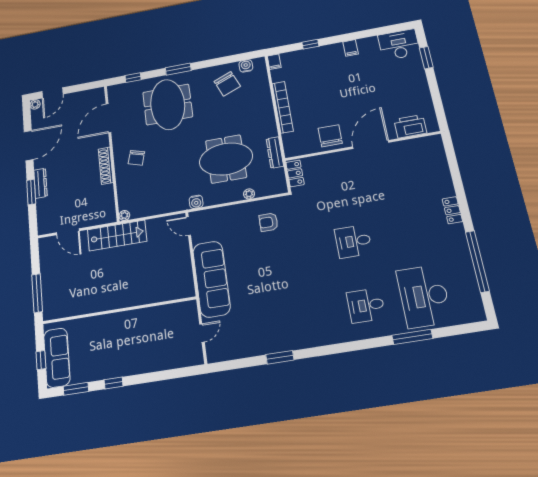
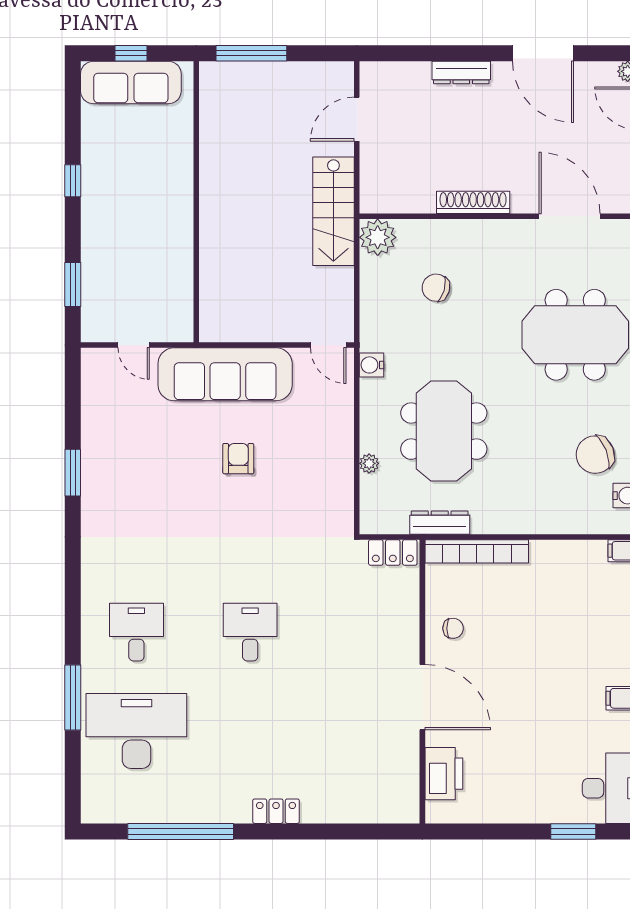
bookcase: (283, 107) -> (477, 551), moved
chair: (330, 136) -> (453, 628), width x0.54, depth x0.54
chair: (136, 158) -> (436, 288), moved
window: (31, 192) -> (447, 53), removed
plant: (124, 215) -> (378, 237), width x1.87, depth x1.87
armchair: (269, 222) -> (238, 459), moved
door: (188, 226) -> (328, 345), swing flipped
window: (76, 389) -> (73, 284), moved

